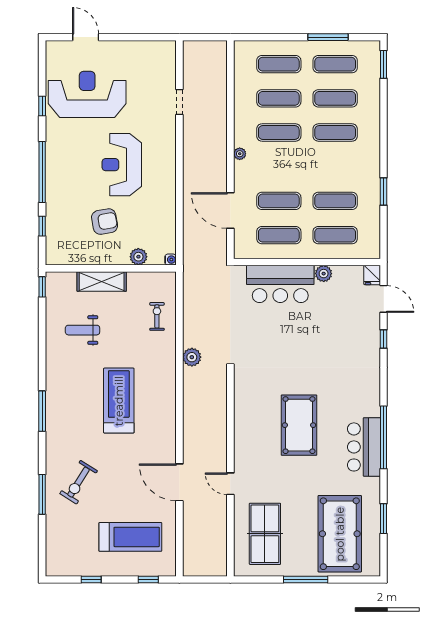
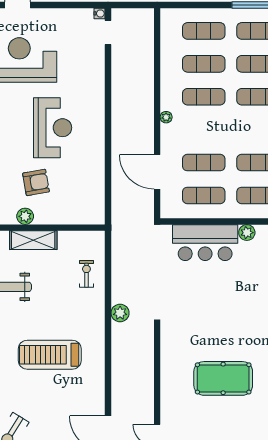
doorway: (179, 102) -> (108, 32), moved
reception desk: (122, 165) -> (53, 128), turned 180
plant: (138, 257) -> (25, 216), moved
water cooler: (170, 260) -> (99, 13), moved
treadmill: (119, 401) -> (50, 355), turned -90
pool table: (299, 425) -> (223, 378), turned 90

